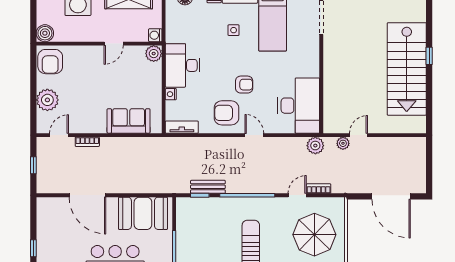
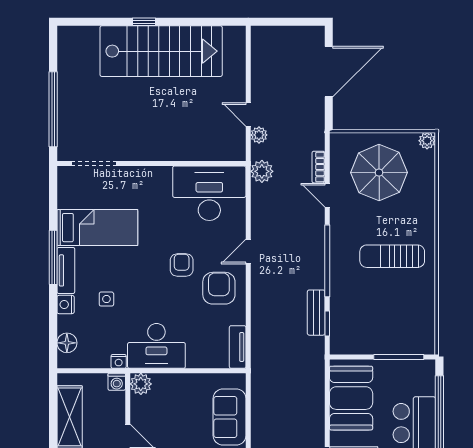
side table: (234, 30) -> (106, 299), moved
nightstand: (171, 94) -> (119, 361), moved
armchair: (226, 113) -> (219, 288), turned 180

